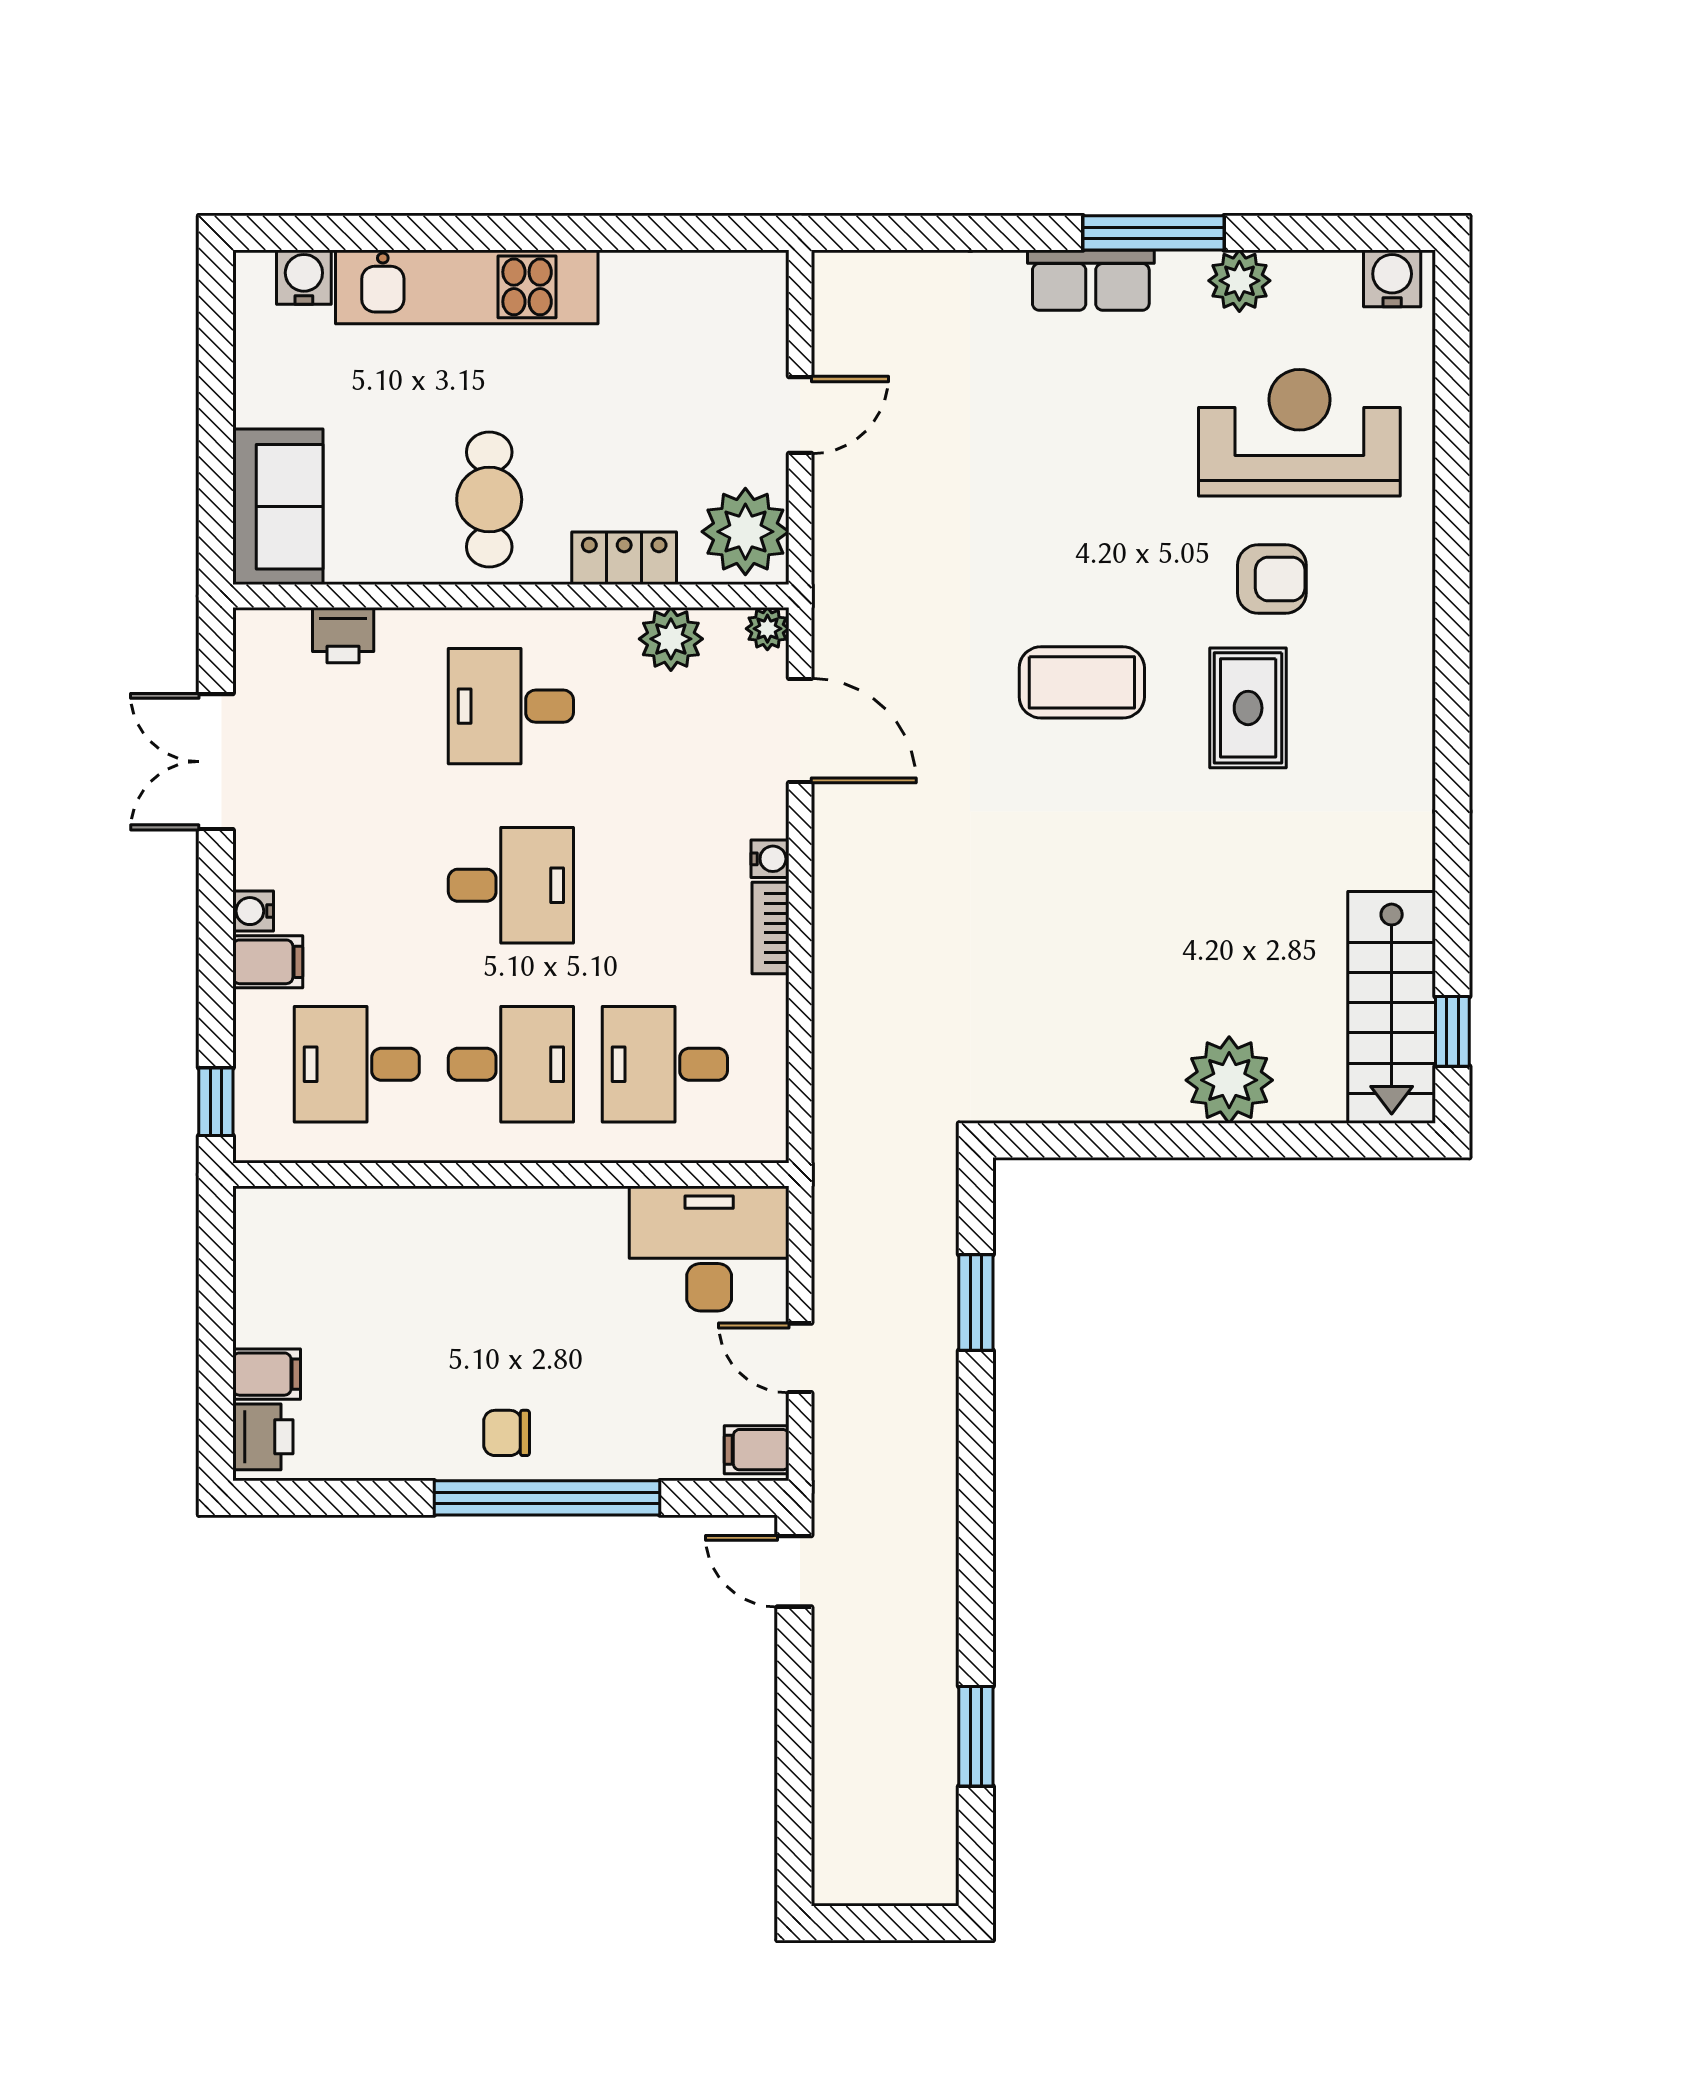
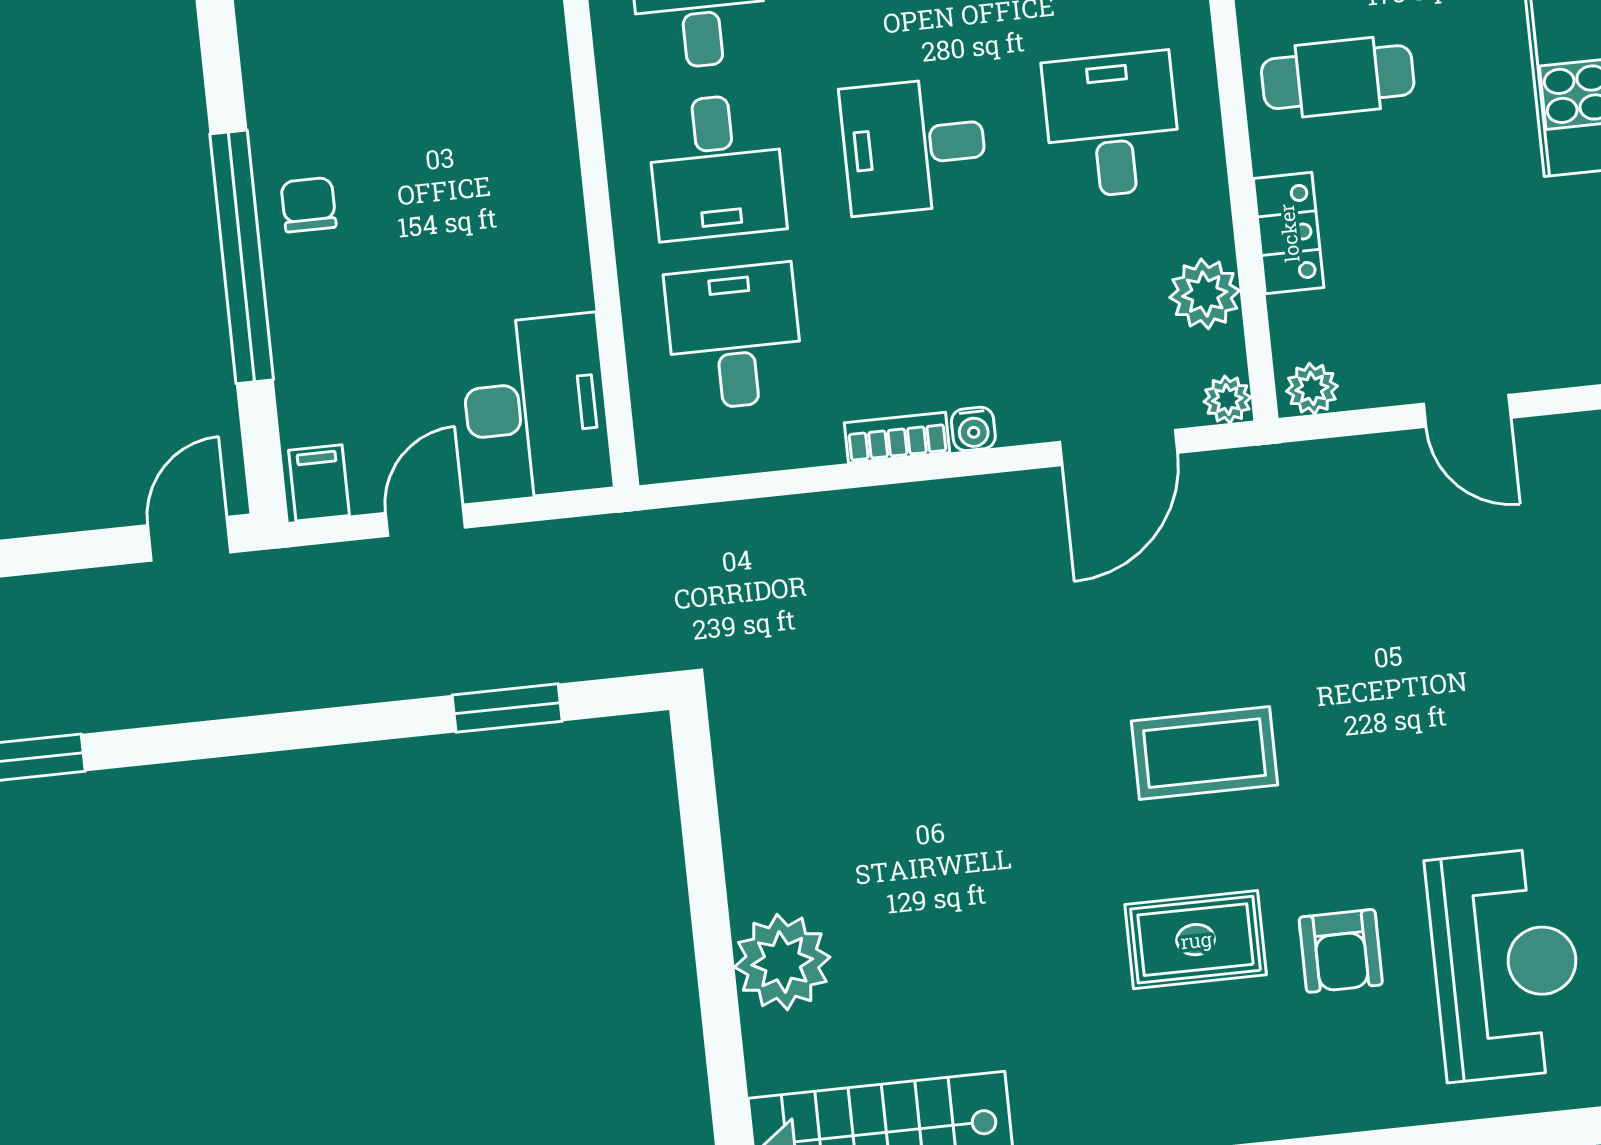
plant: (745, 532) -> (1312, 389), width x0.53, depth x0.53
coffee table: (1082, 682) -> (1204, 753), turned 90
desk: (511, 885) -> (914, 146), turned 90

